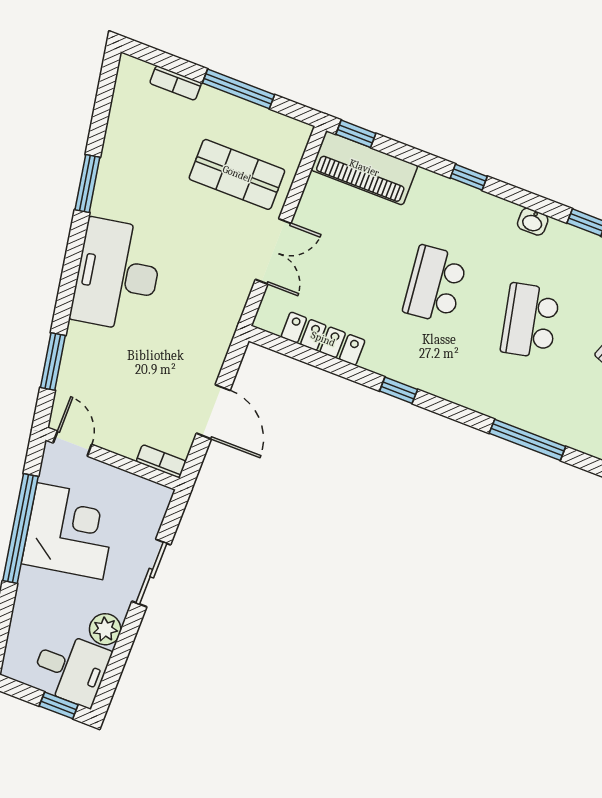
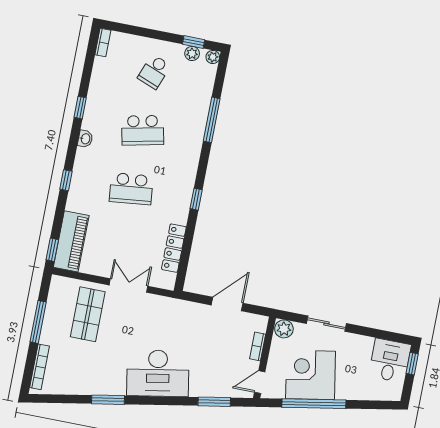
bookcase: (176, 83) -> (40, 367), width x1.56
bookcase: (161, 461) -> (258, 346), moved
plant: (105, 629) -> (284, 329), moved

